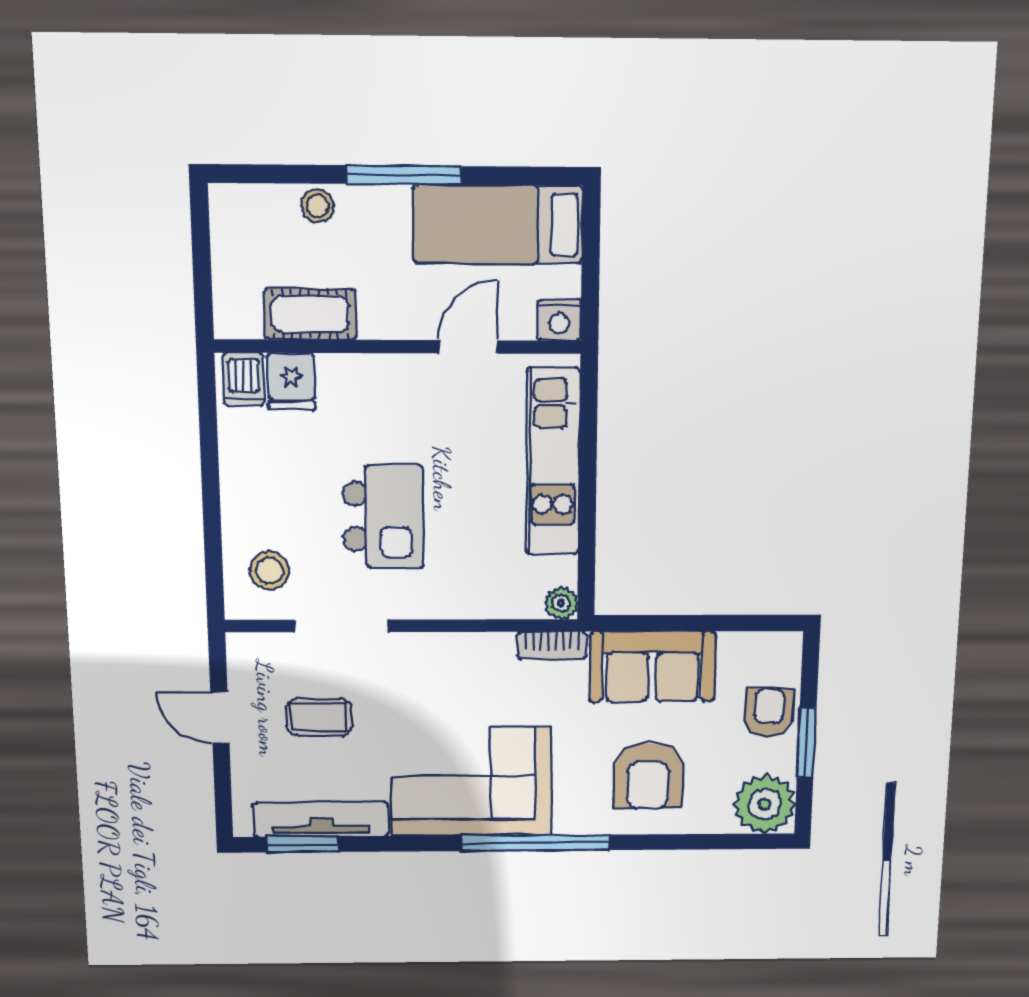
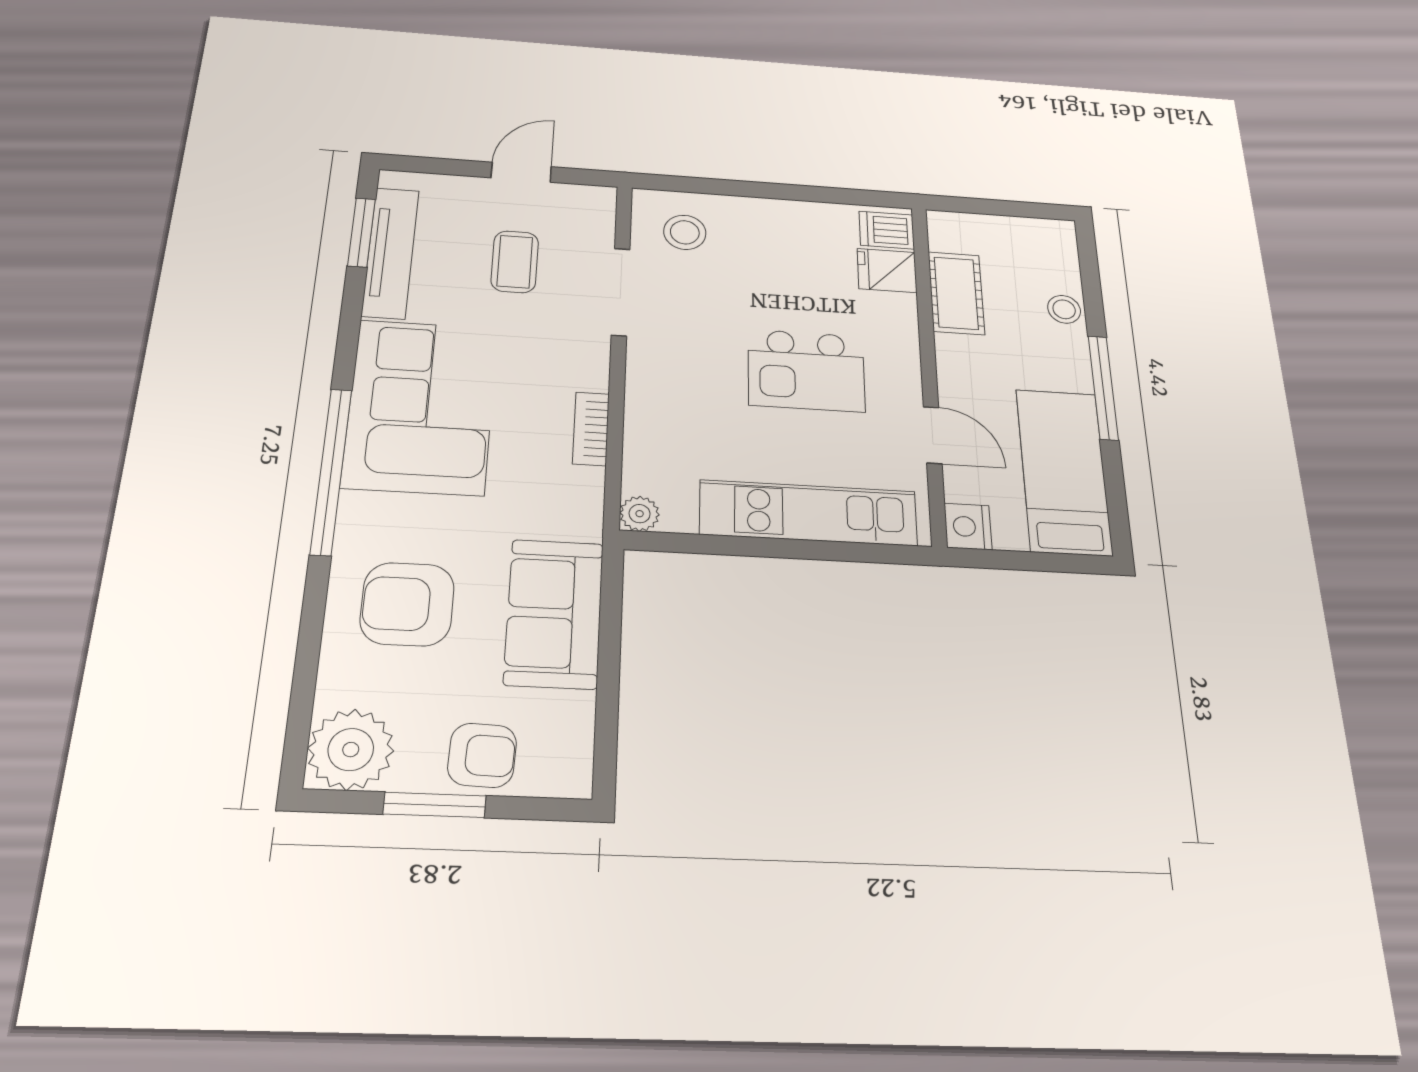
kitchen island: (383, 517) -> (806, 370), moved
bookcase: (552, 645) -> (591, 429), moved

